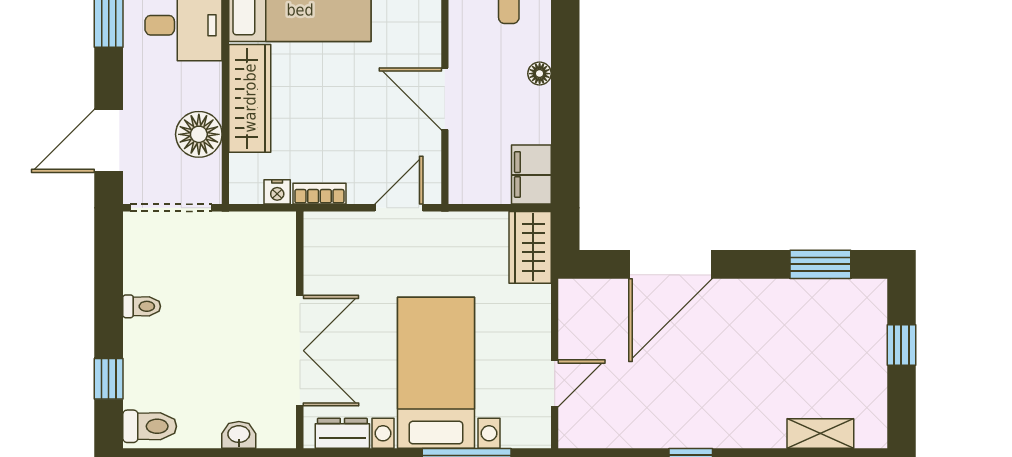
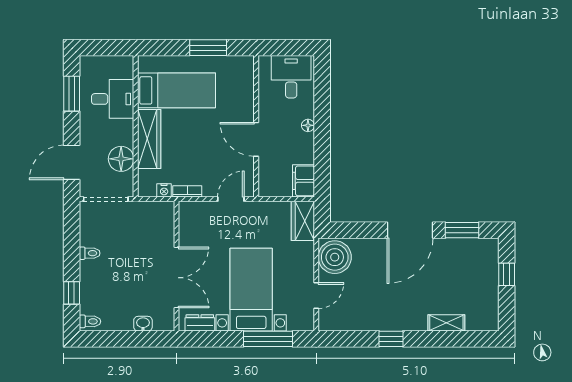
door: (671, 264) -> (410, 230), moved
boiler: (588, 314) -> (335, 257), added
toilet: (150, 426) -> (90, 321), width x0.73, depth x0.72
shelving: (820, 433) -> (446, 323), moved

